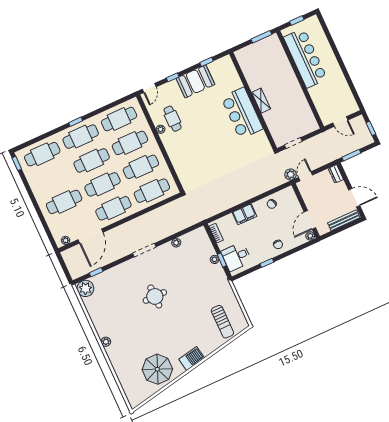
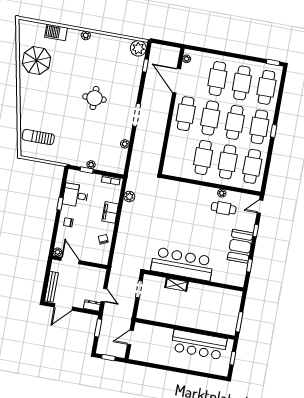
door: (149, 88) -> (260, 207), hinge flipped
shelving: (261, 101) -> (177, 285), moved
bar counter: (242, 113) -> (182, 264), width x1.36
plant: (291, 174) -> (129, 197), moved
door: (306, 176) -> (104, 295), moved
cafe table: (152, 191) -> (242, 83), moved
desk: (236, 257) -> (76, 195), moved, turned -90
barbecue: (192, 359) -> (56, 32), moved, turned 101

